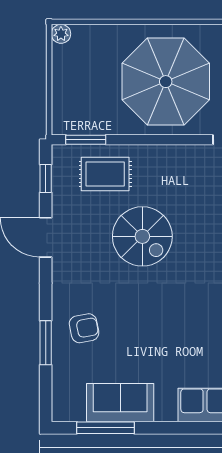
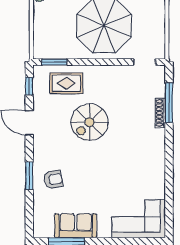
spiral stairs: (142, 236) -> (90, 122), turned 90
window: (46, 343) -> (29, 176), moved

